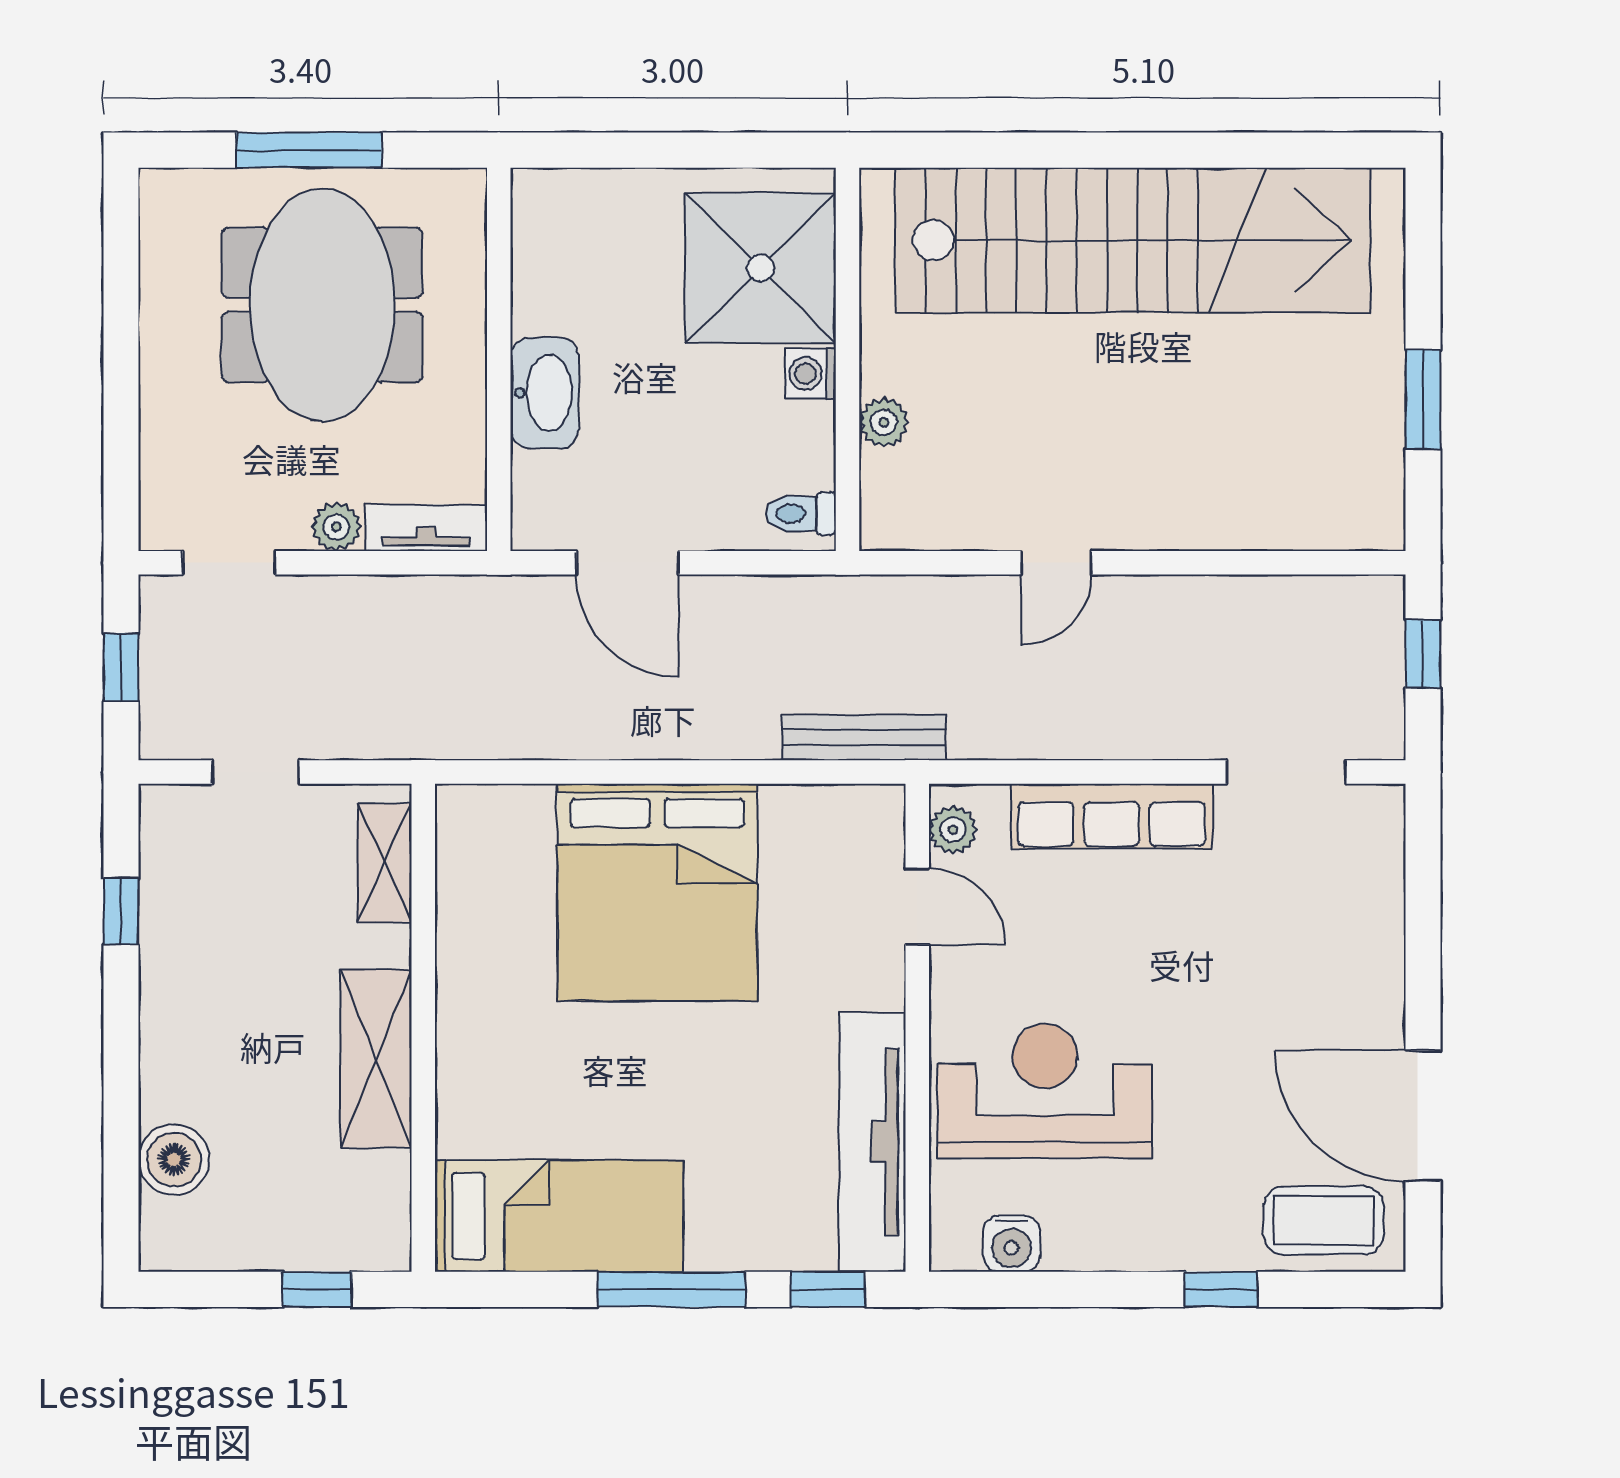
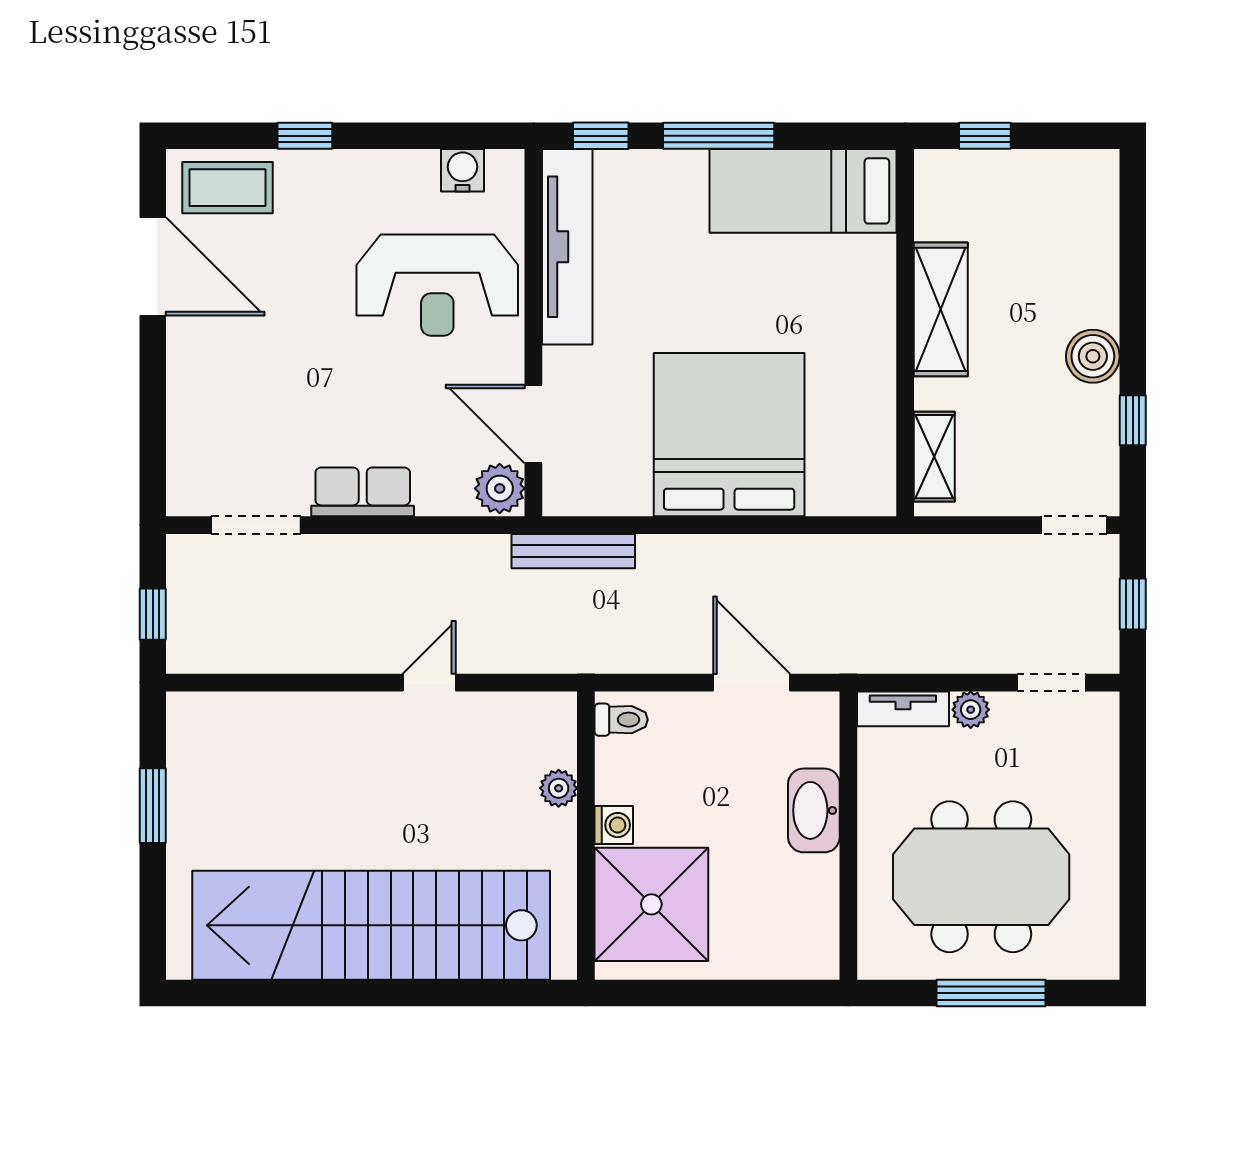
meeting table: (322, 305) -> (981, 877), turned 90
doorway: (255, 772) -> (1074, 525), moved
row of seats: (1112, 816) -> (363, 492), width x0.68
plant: (953, 830) -> (500, 488), width x1.38, depth x1.38
door: (917, 906) -> (533, 424), width x1.38
boiler: (174, 1159) -> (1093, 356), moved

